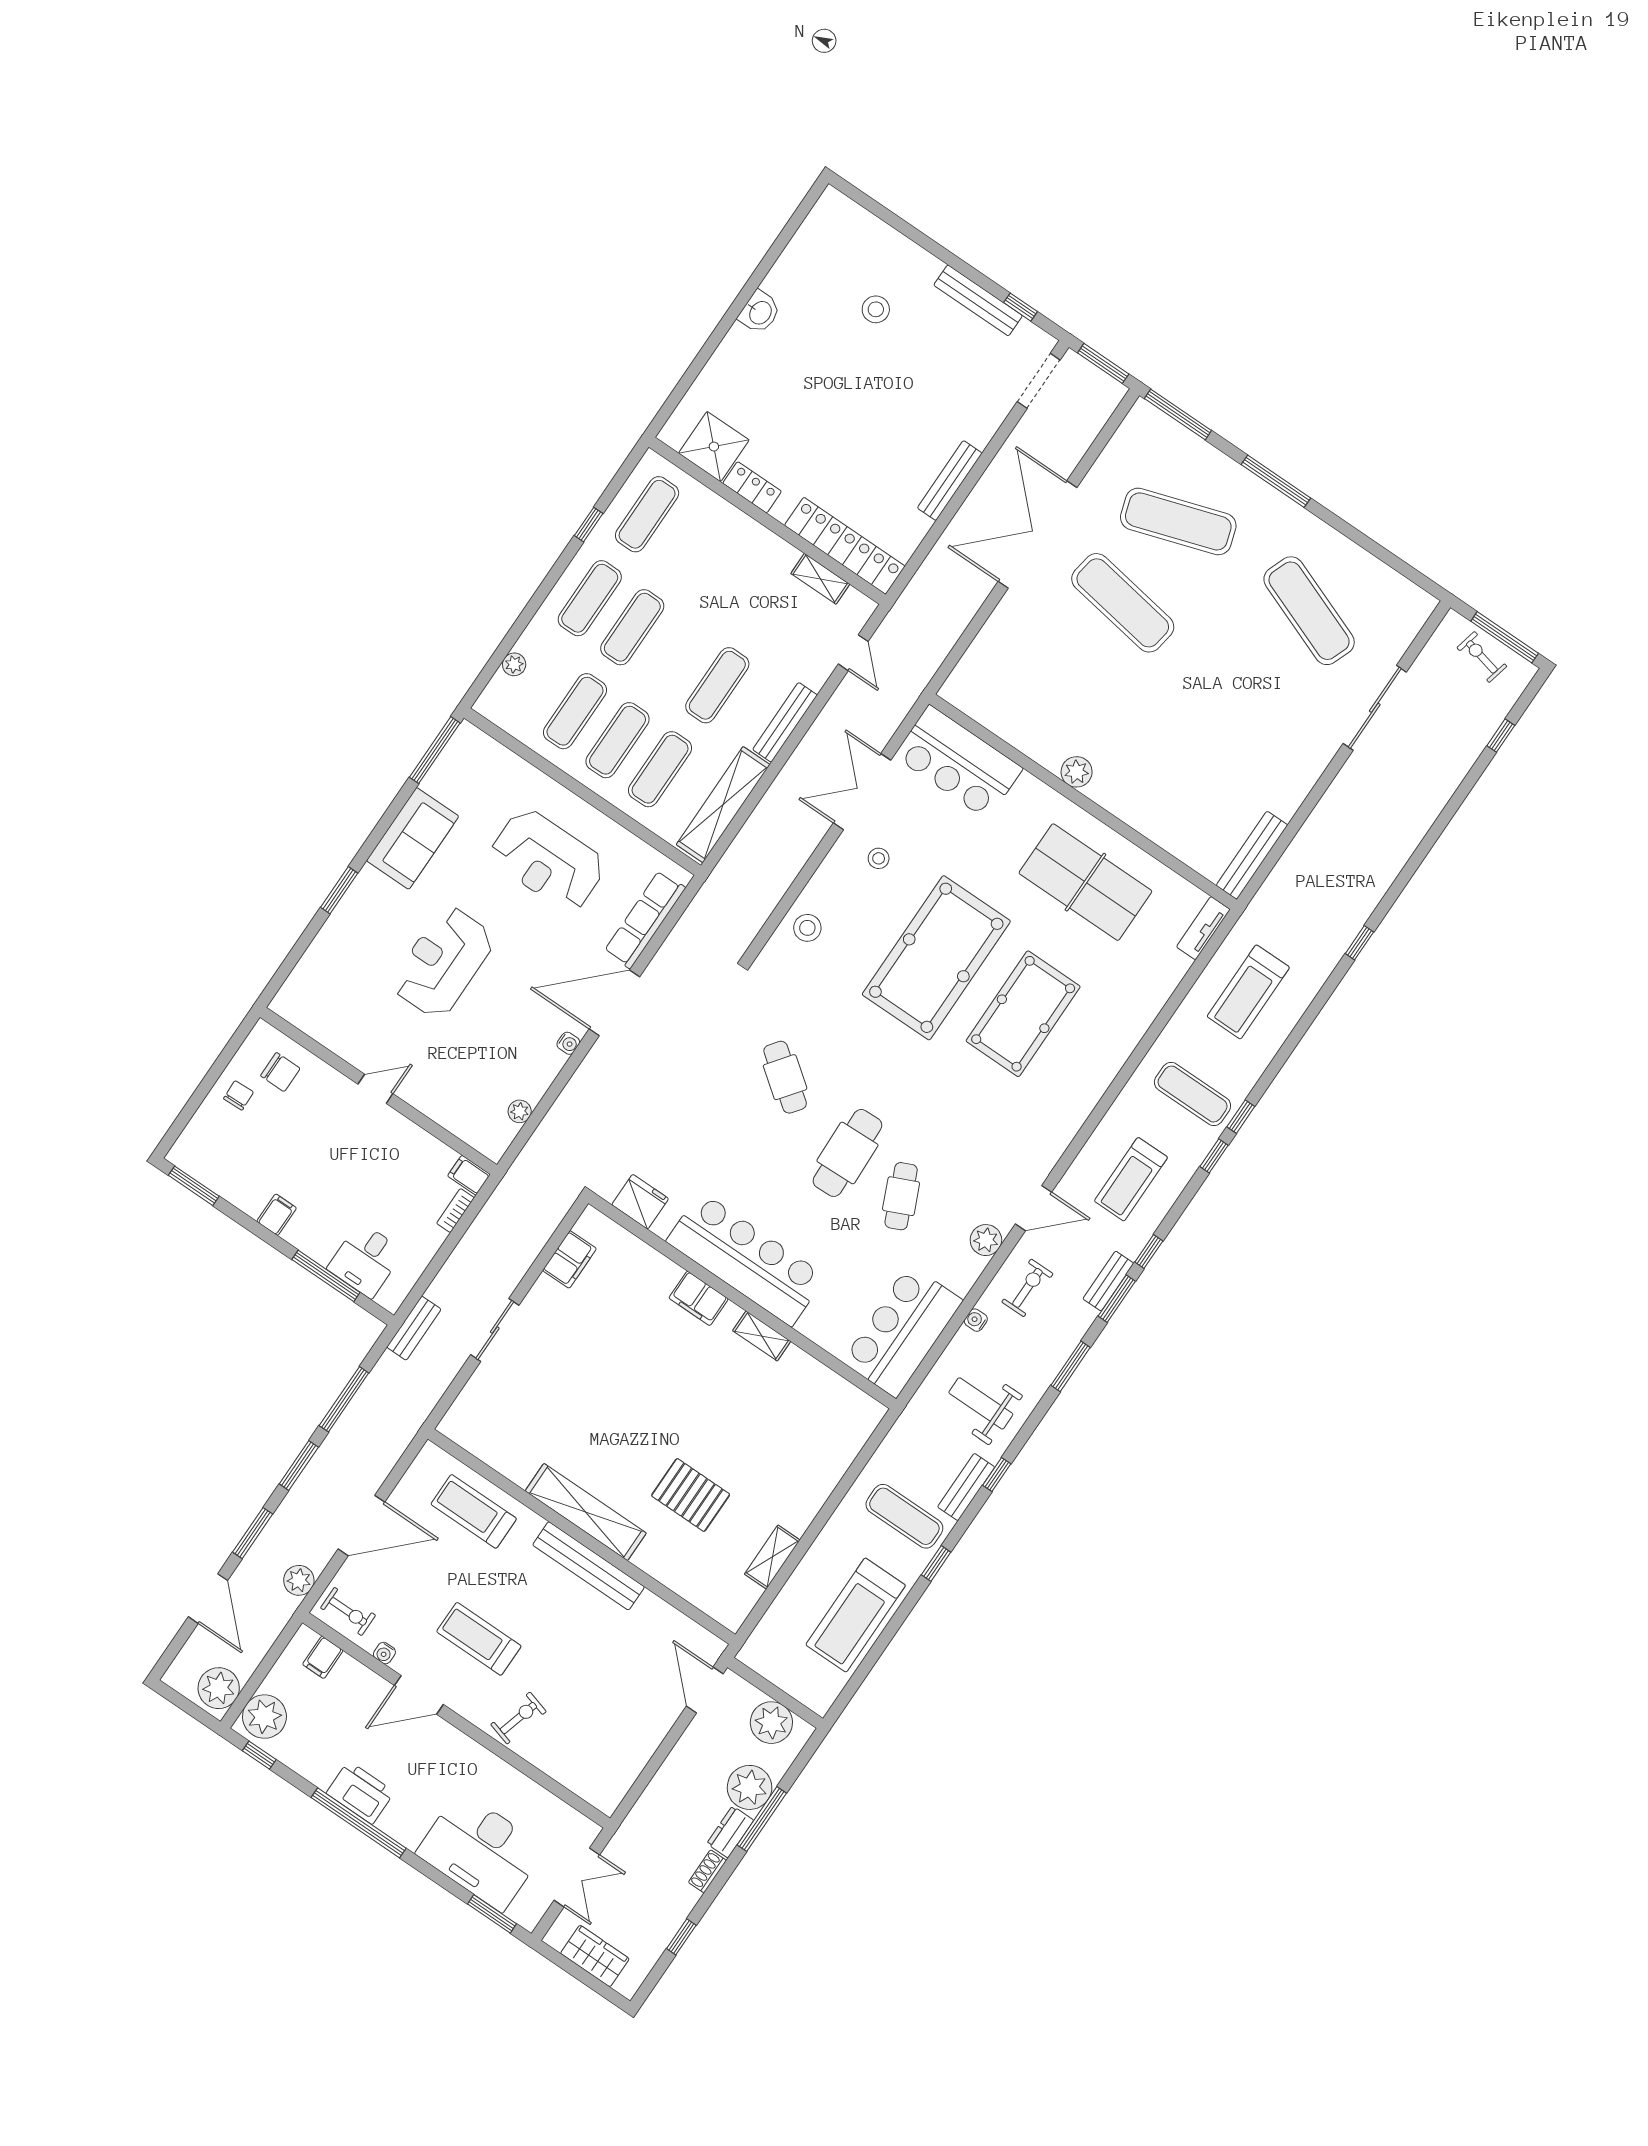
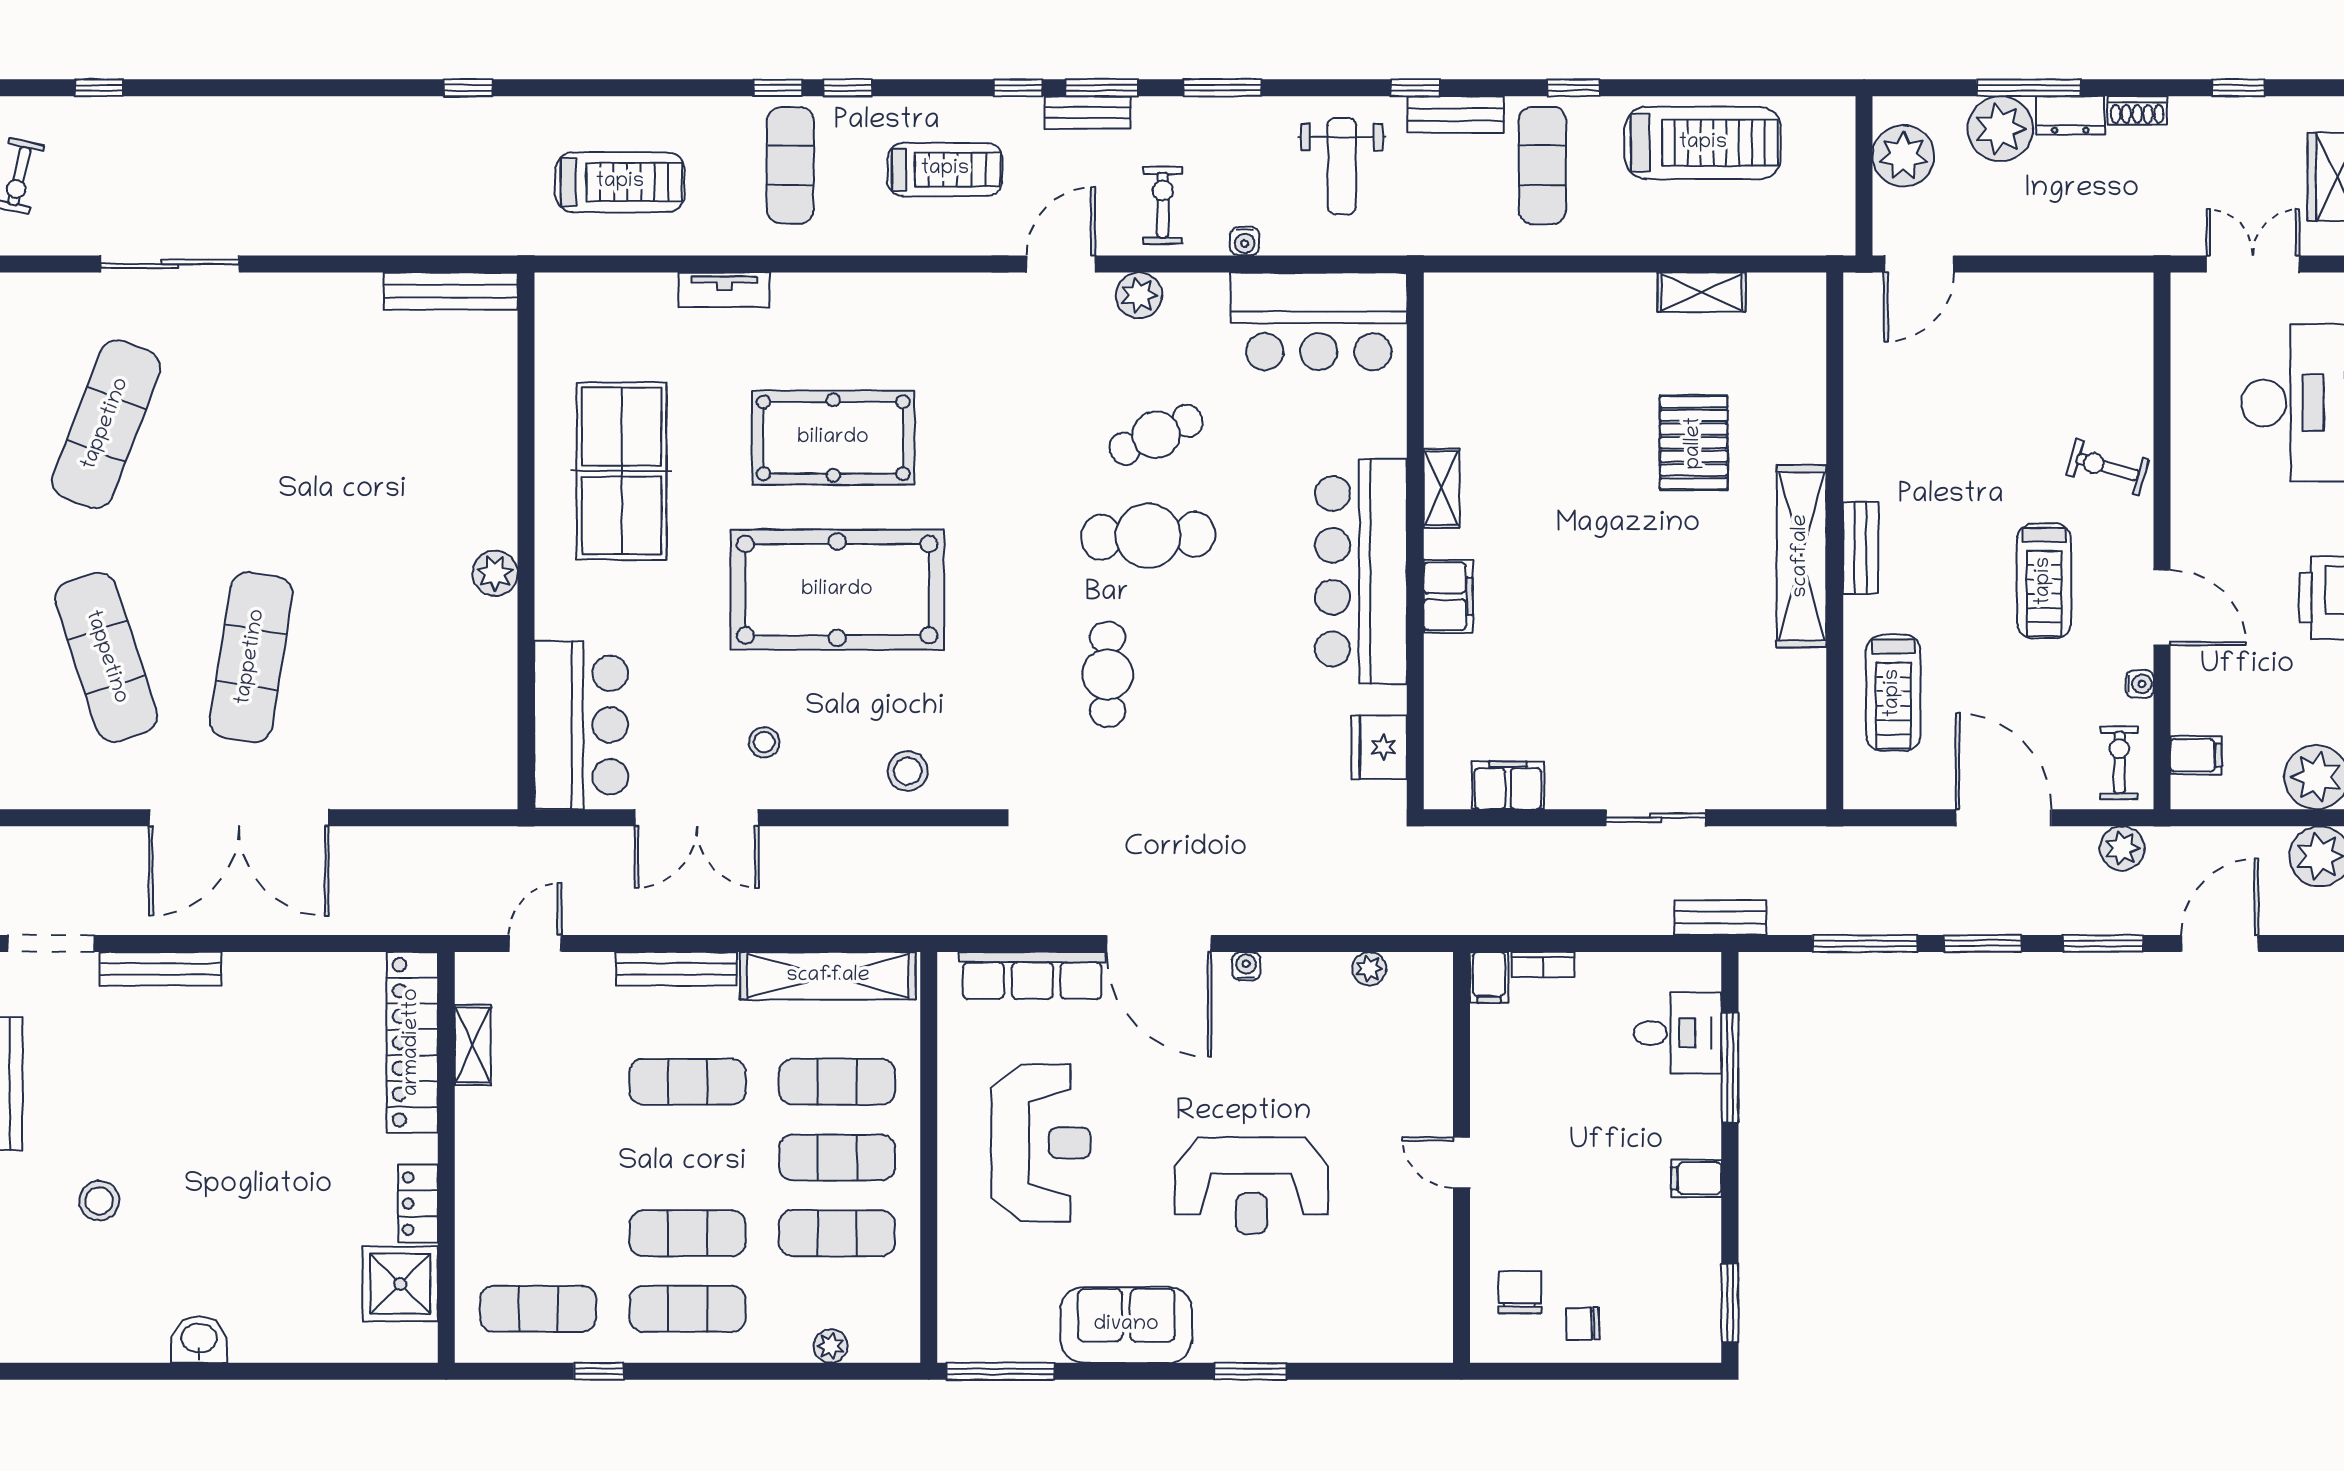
bench: (950, 481) -> (160, 969), moved
tv unit: (1203, 928) -> (724, 290), moved
cafe table: (785, 1077) -> (1108, 674), turned -37
door: (1034, 1208) -> (1061, 264), hinge flipped
exercise bike: (1027, 1288) -> (1163, 205), turned 90
bench: (589, 1566) -> (1861, 548), width x0.54, depth x0.82

